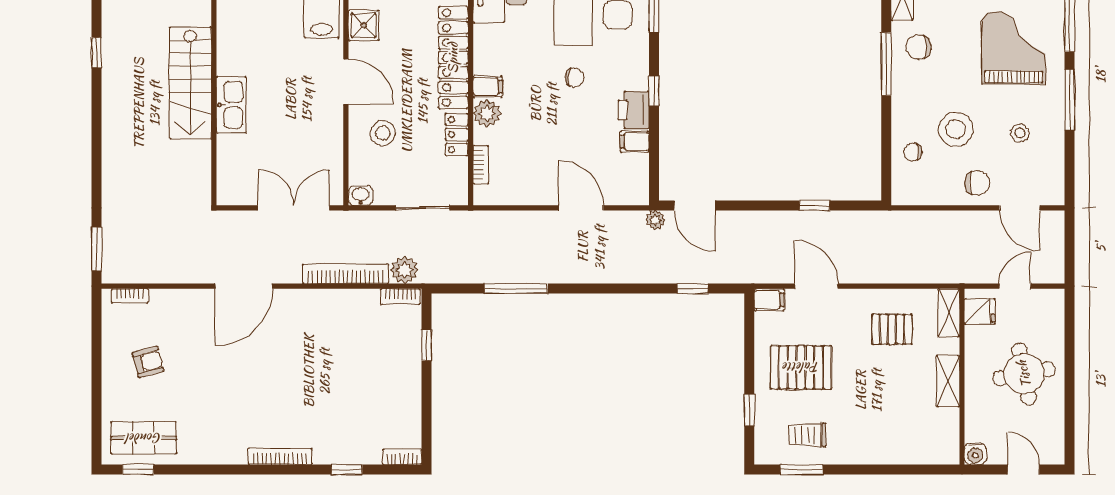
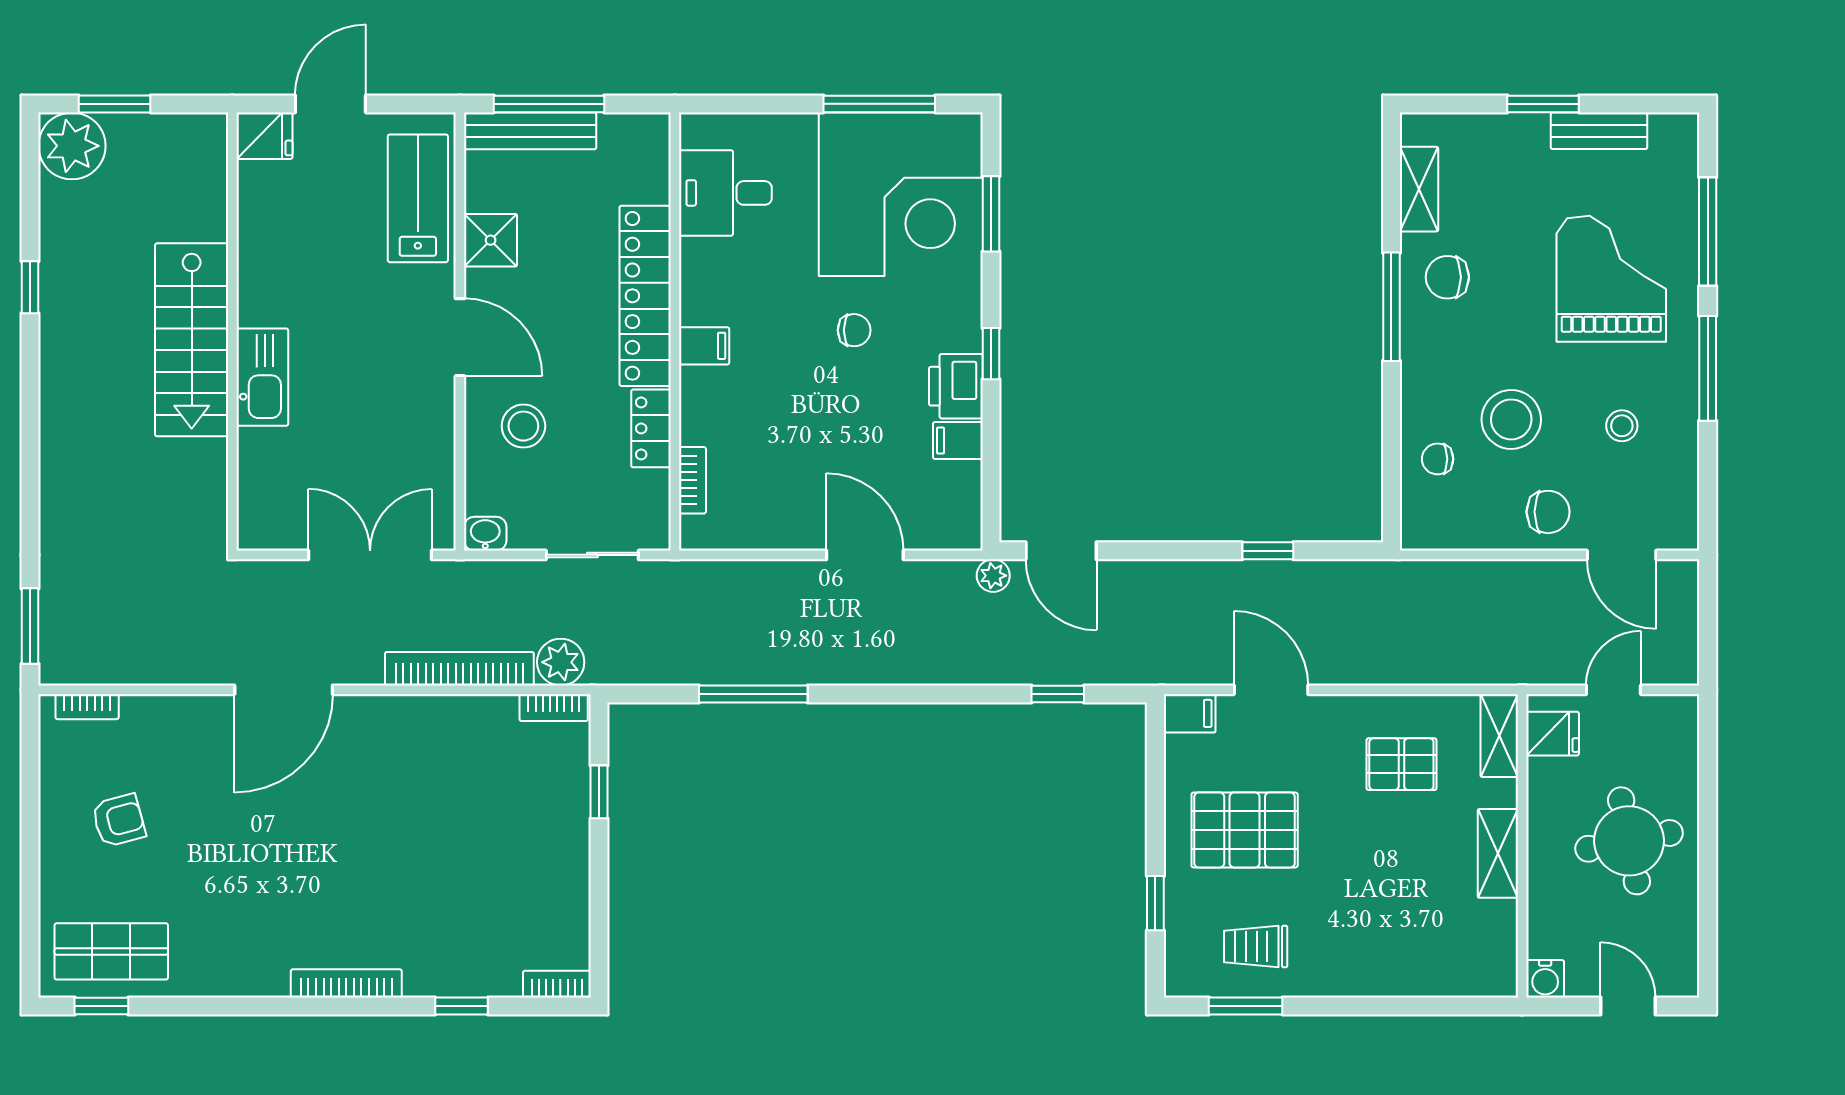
plant: (487, 113) -> (703, 392), removed

